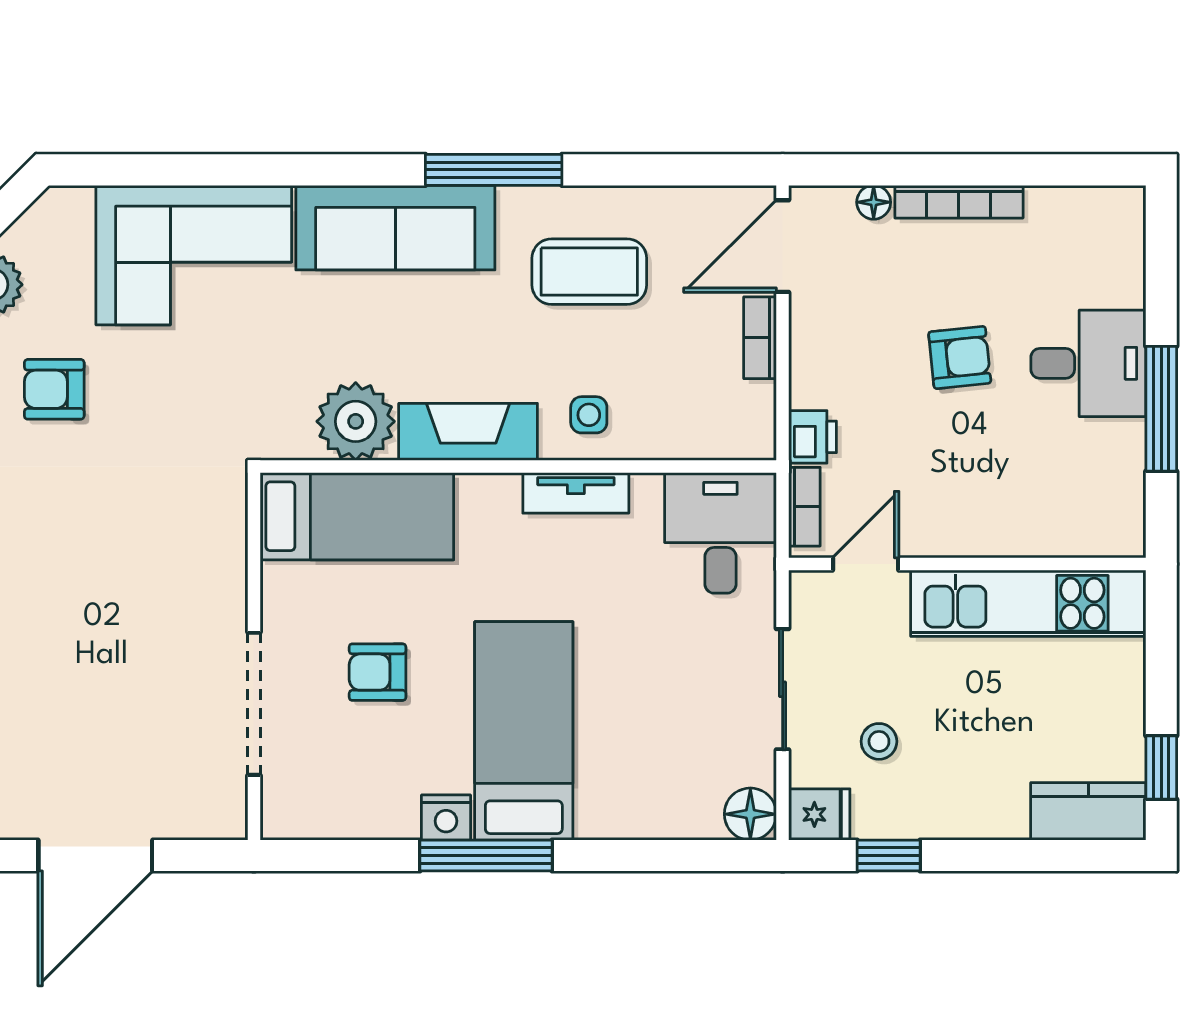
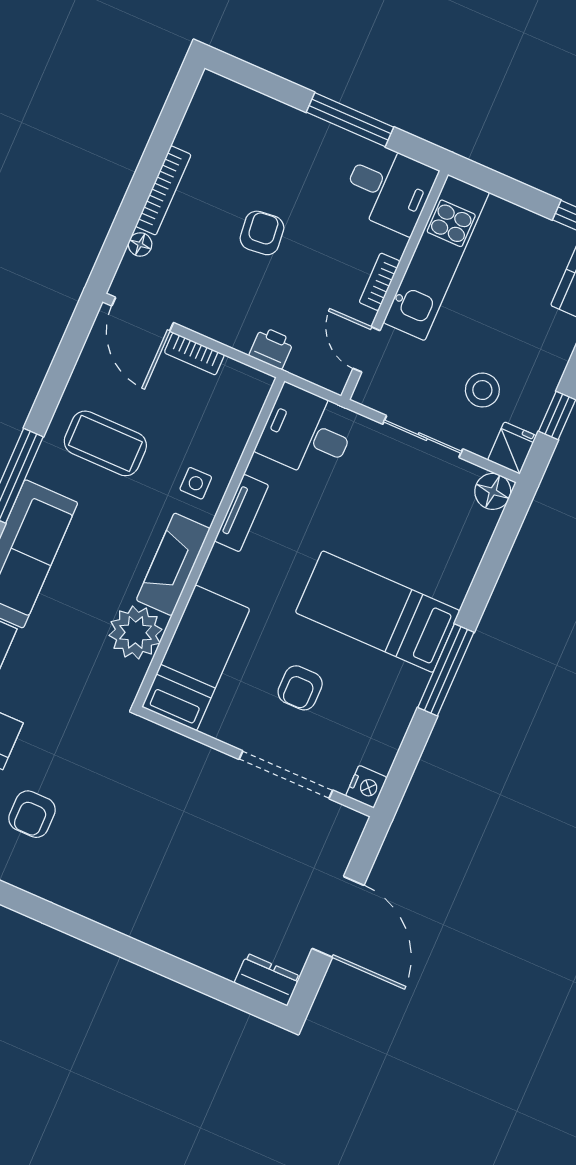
coffee table: (589, 272) -> (105, 443), turned 90
desk: (1088, 363) -> (389, 188), moved, turned 90
bookcase: (804, 507) -> (380, 282), moved, turned -90
stool: (879, 741) -> (482, 390), width x1.37, depth x1.37
nightstand: (446, 818) -> (366, 787), moved

